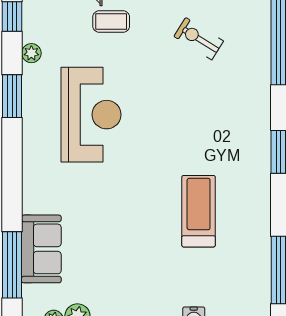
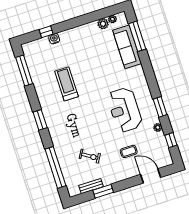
treadmill: (199, 211) -> (66, 84), turned 180
sofa: (41, 249) -> (127, 47), width x1.36

